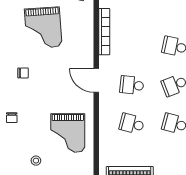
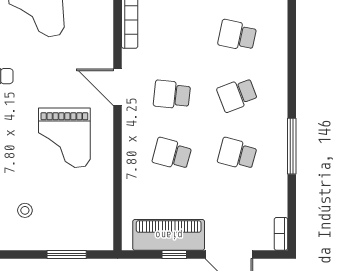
grand piano: (68, 133) -> (64, 138), moved

